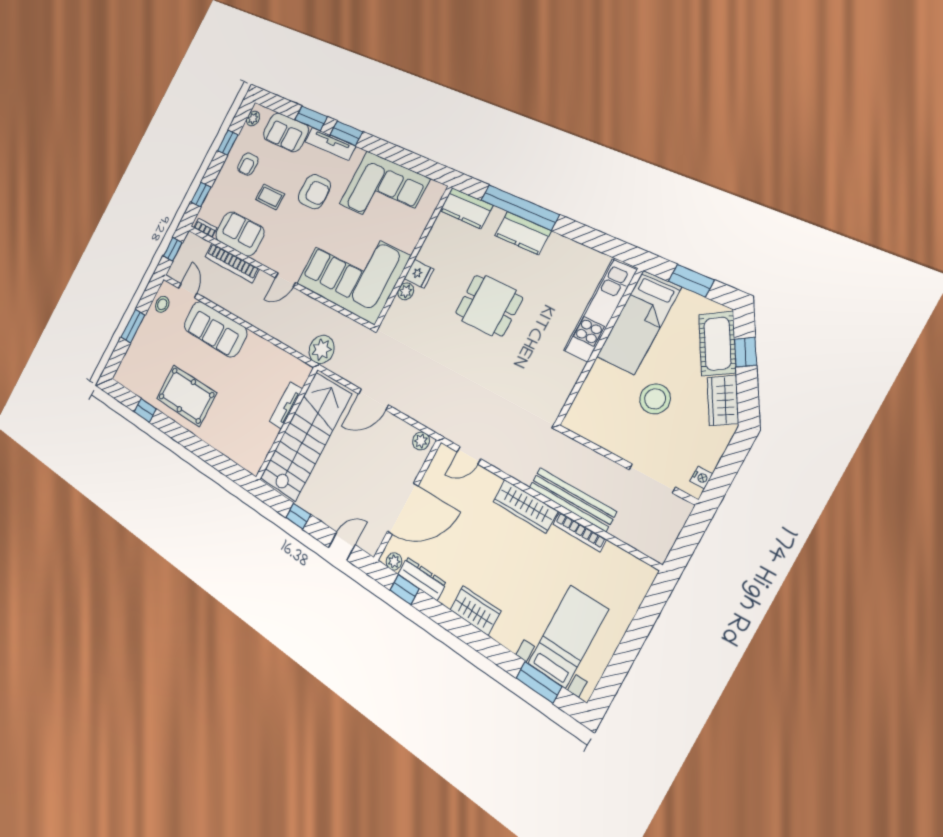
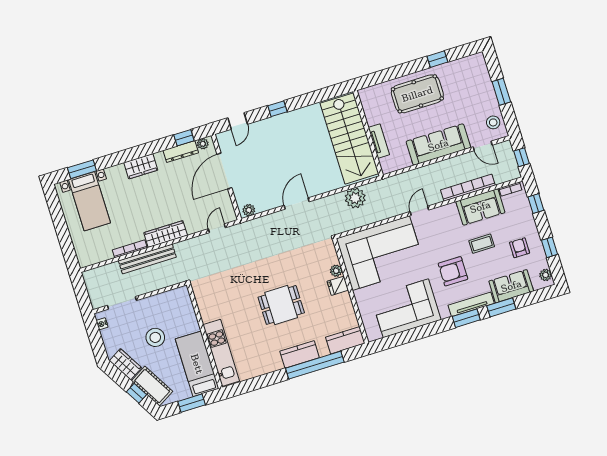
tv unit: (286, 405) -> (379, 141), moved
wall: (287, 424) -> (368, 133), moved
stairs: (306, 436) -> (349, 138), moved

